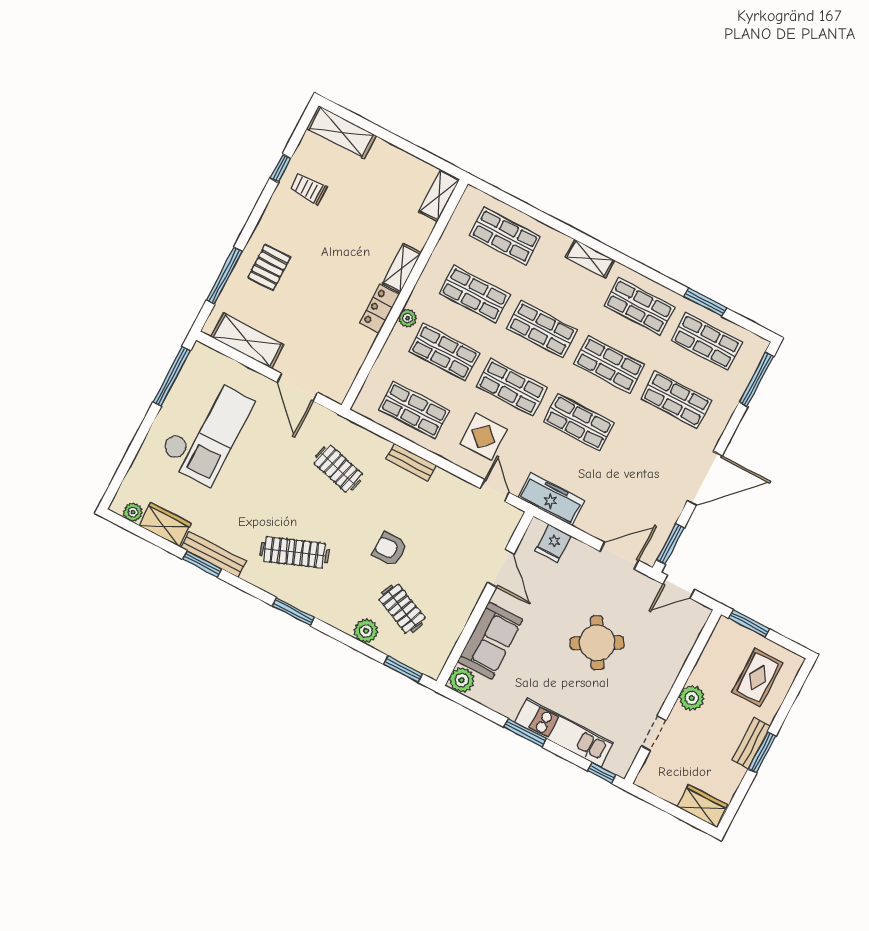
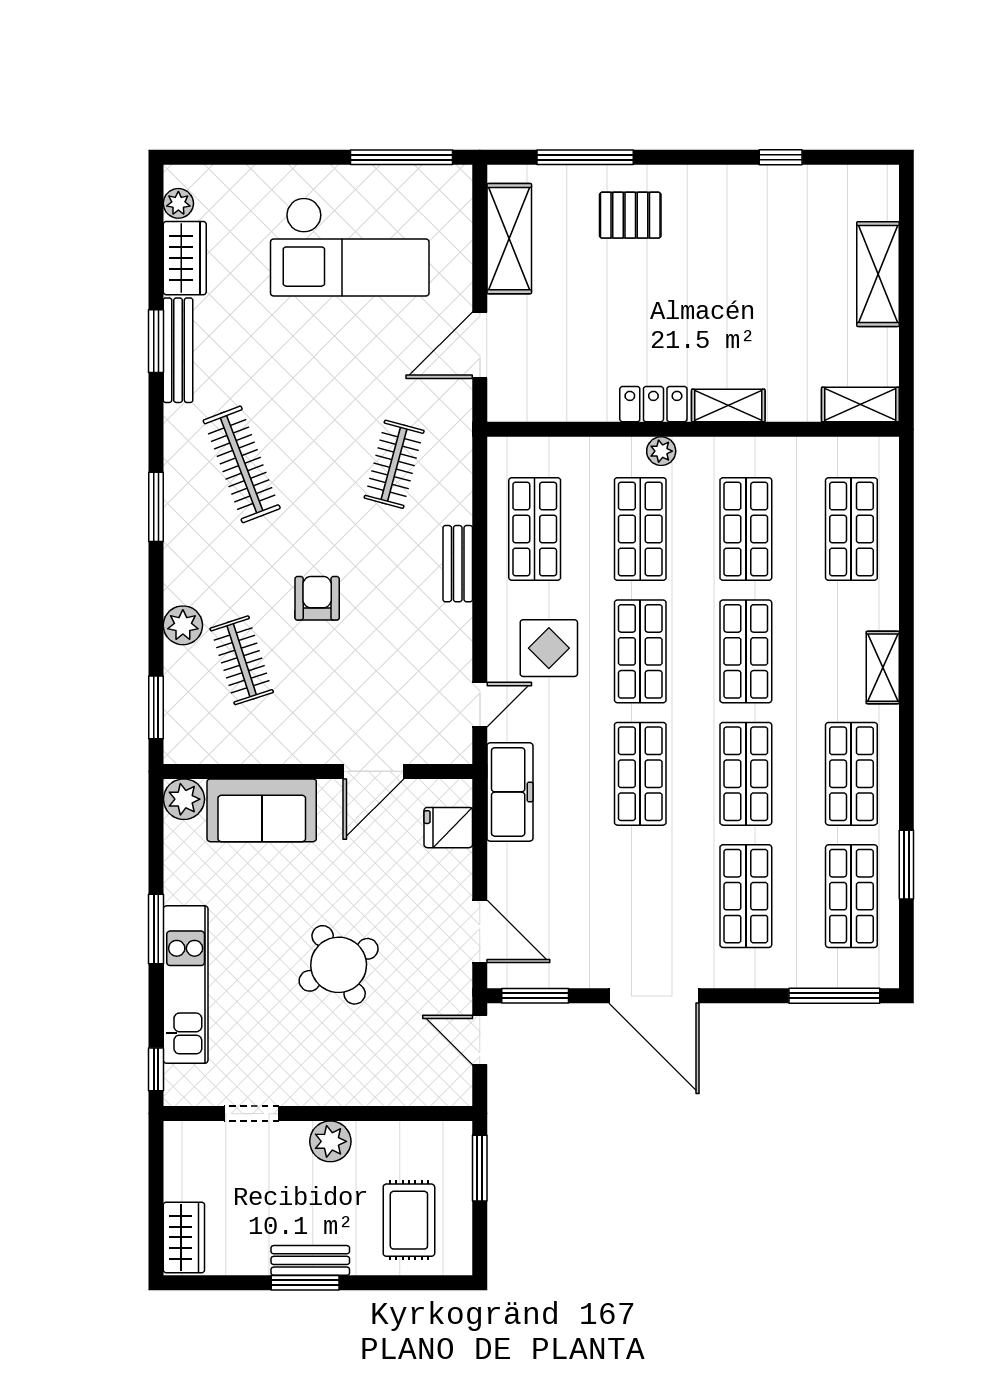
shelving: (341, 132) -> (878, 274), moved
trolley: (309, 189) -> (772, 213), removed
clothes rail: (402, 609) -> (242, 660), turned -42
rug: (757, 677) -> (409, 1220), turned 90

